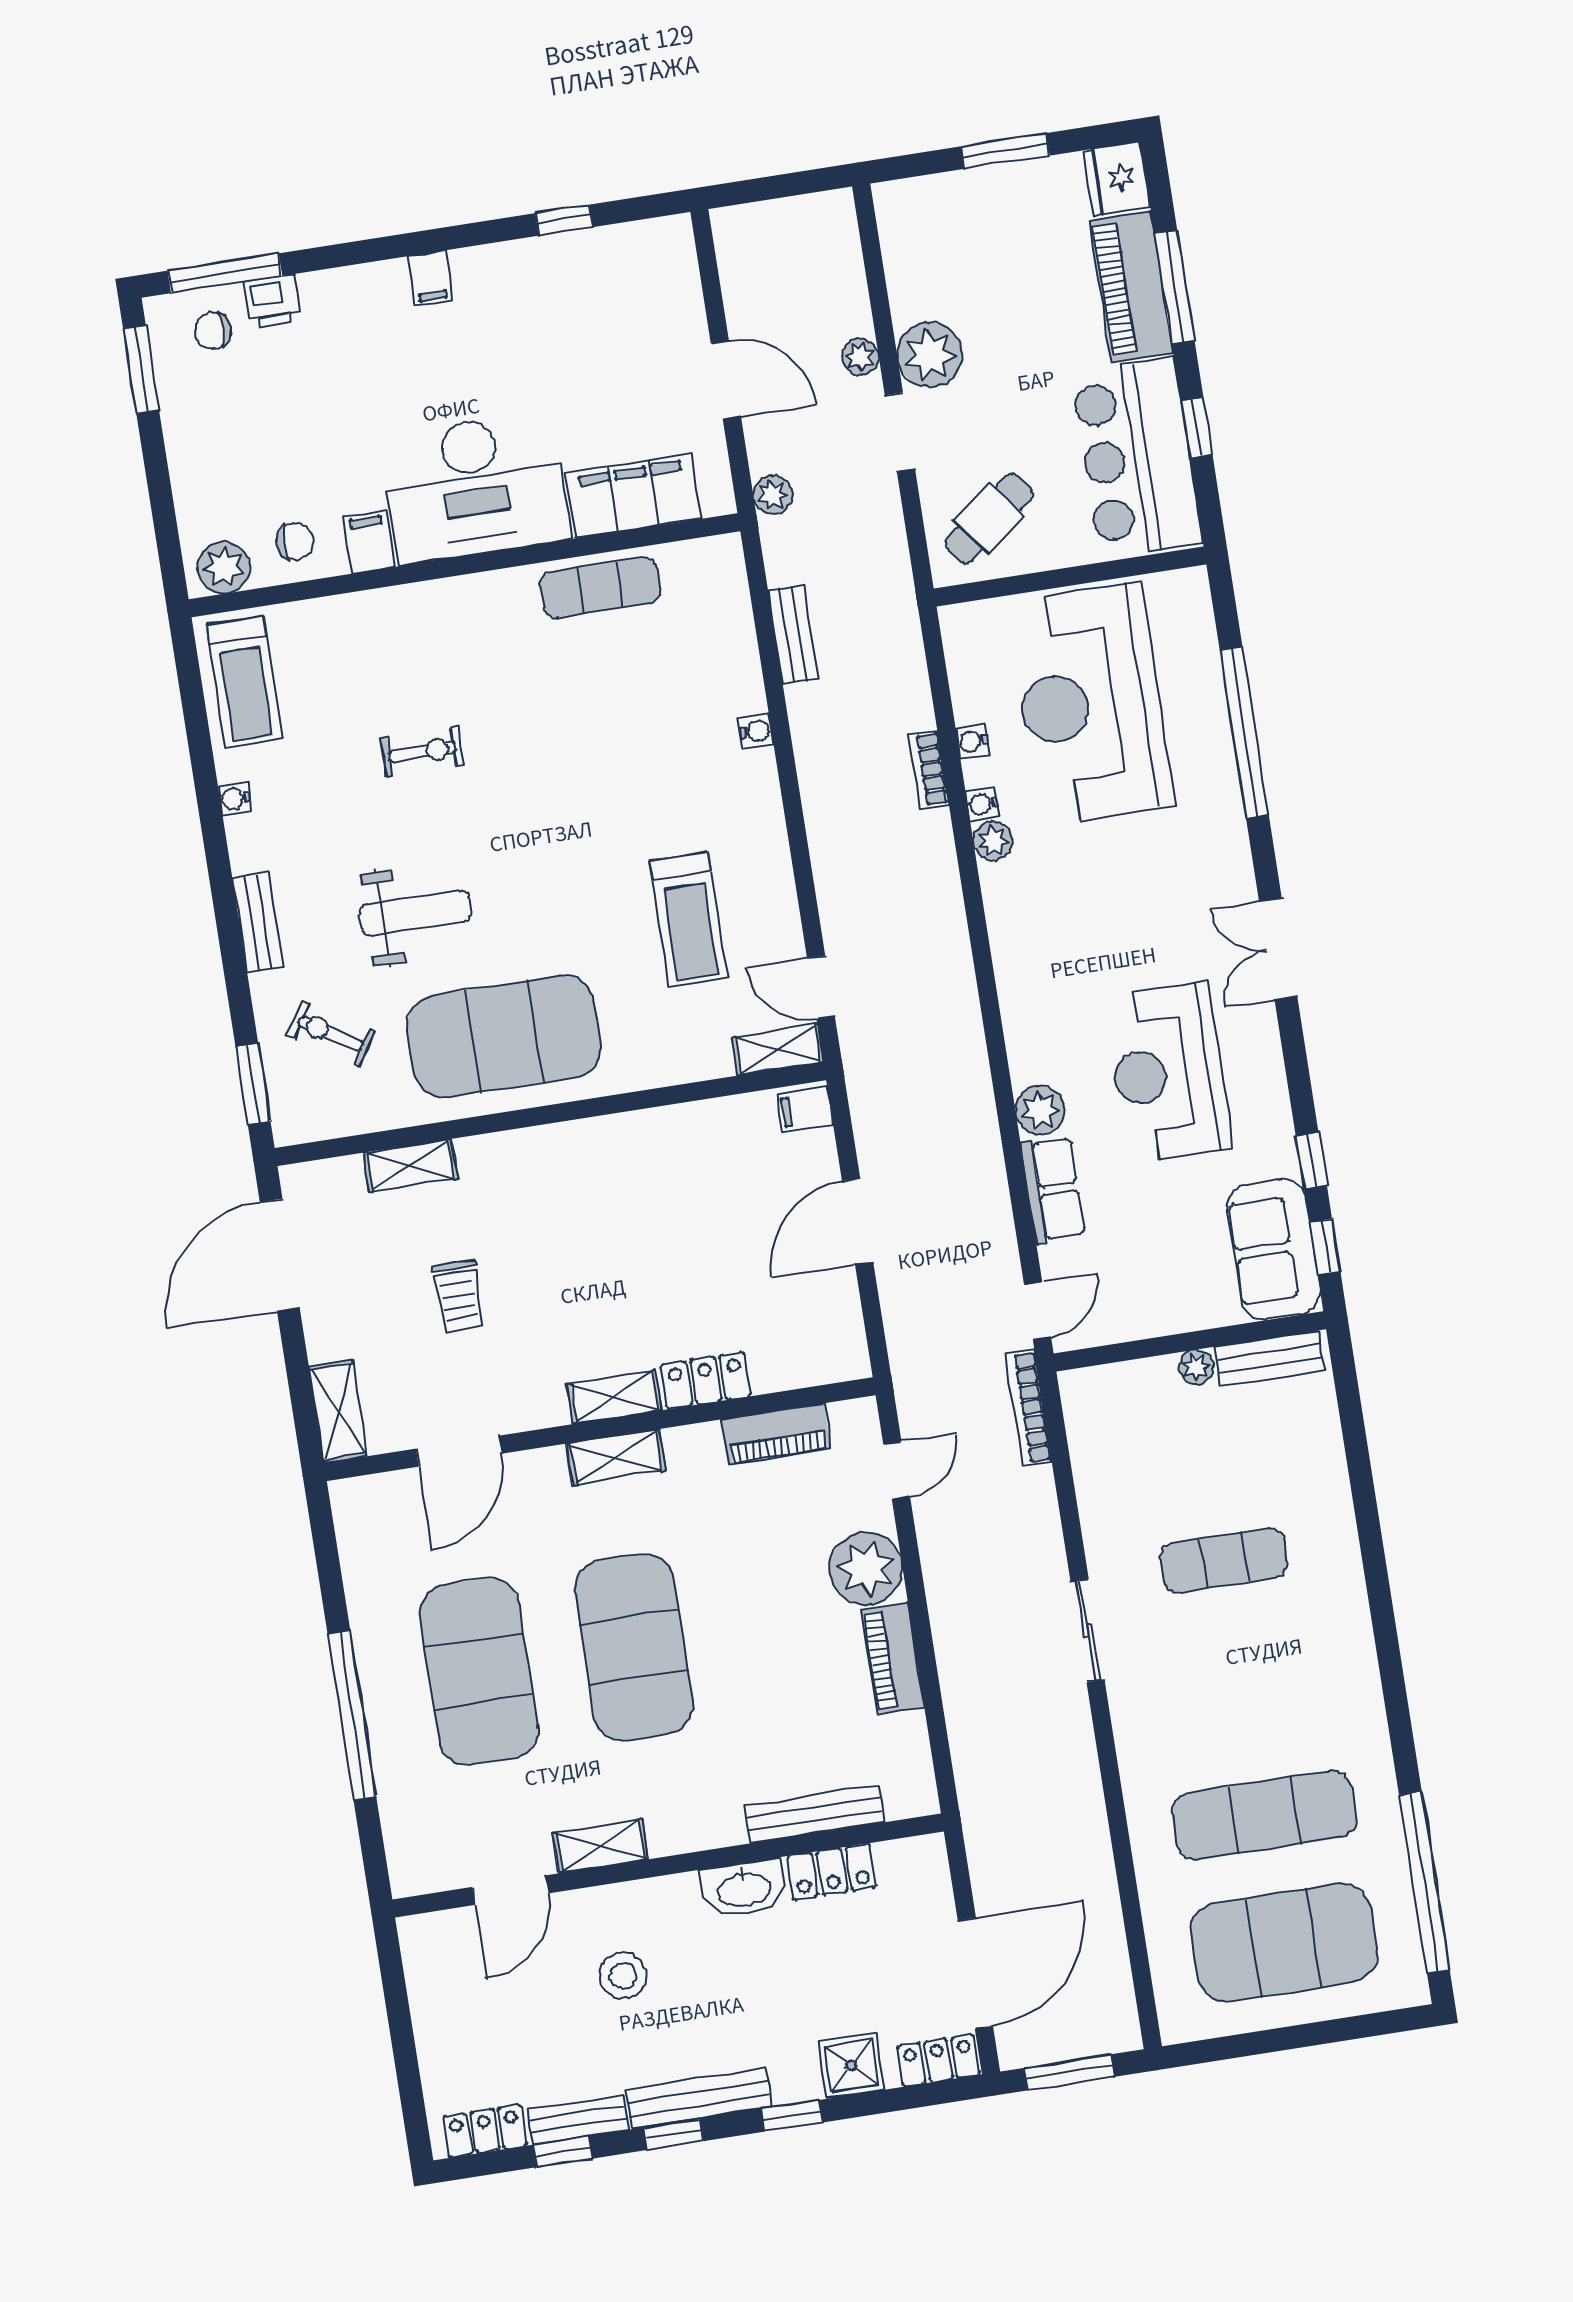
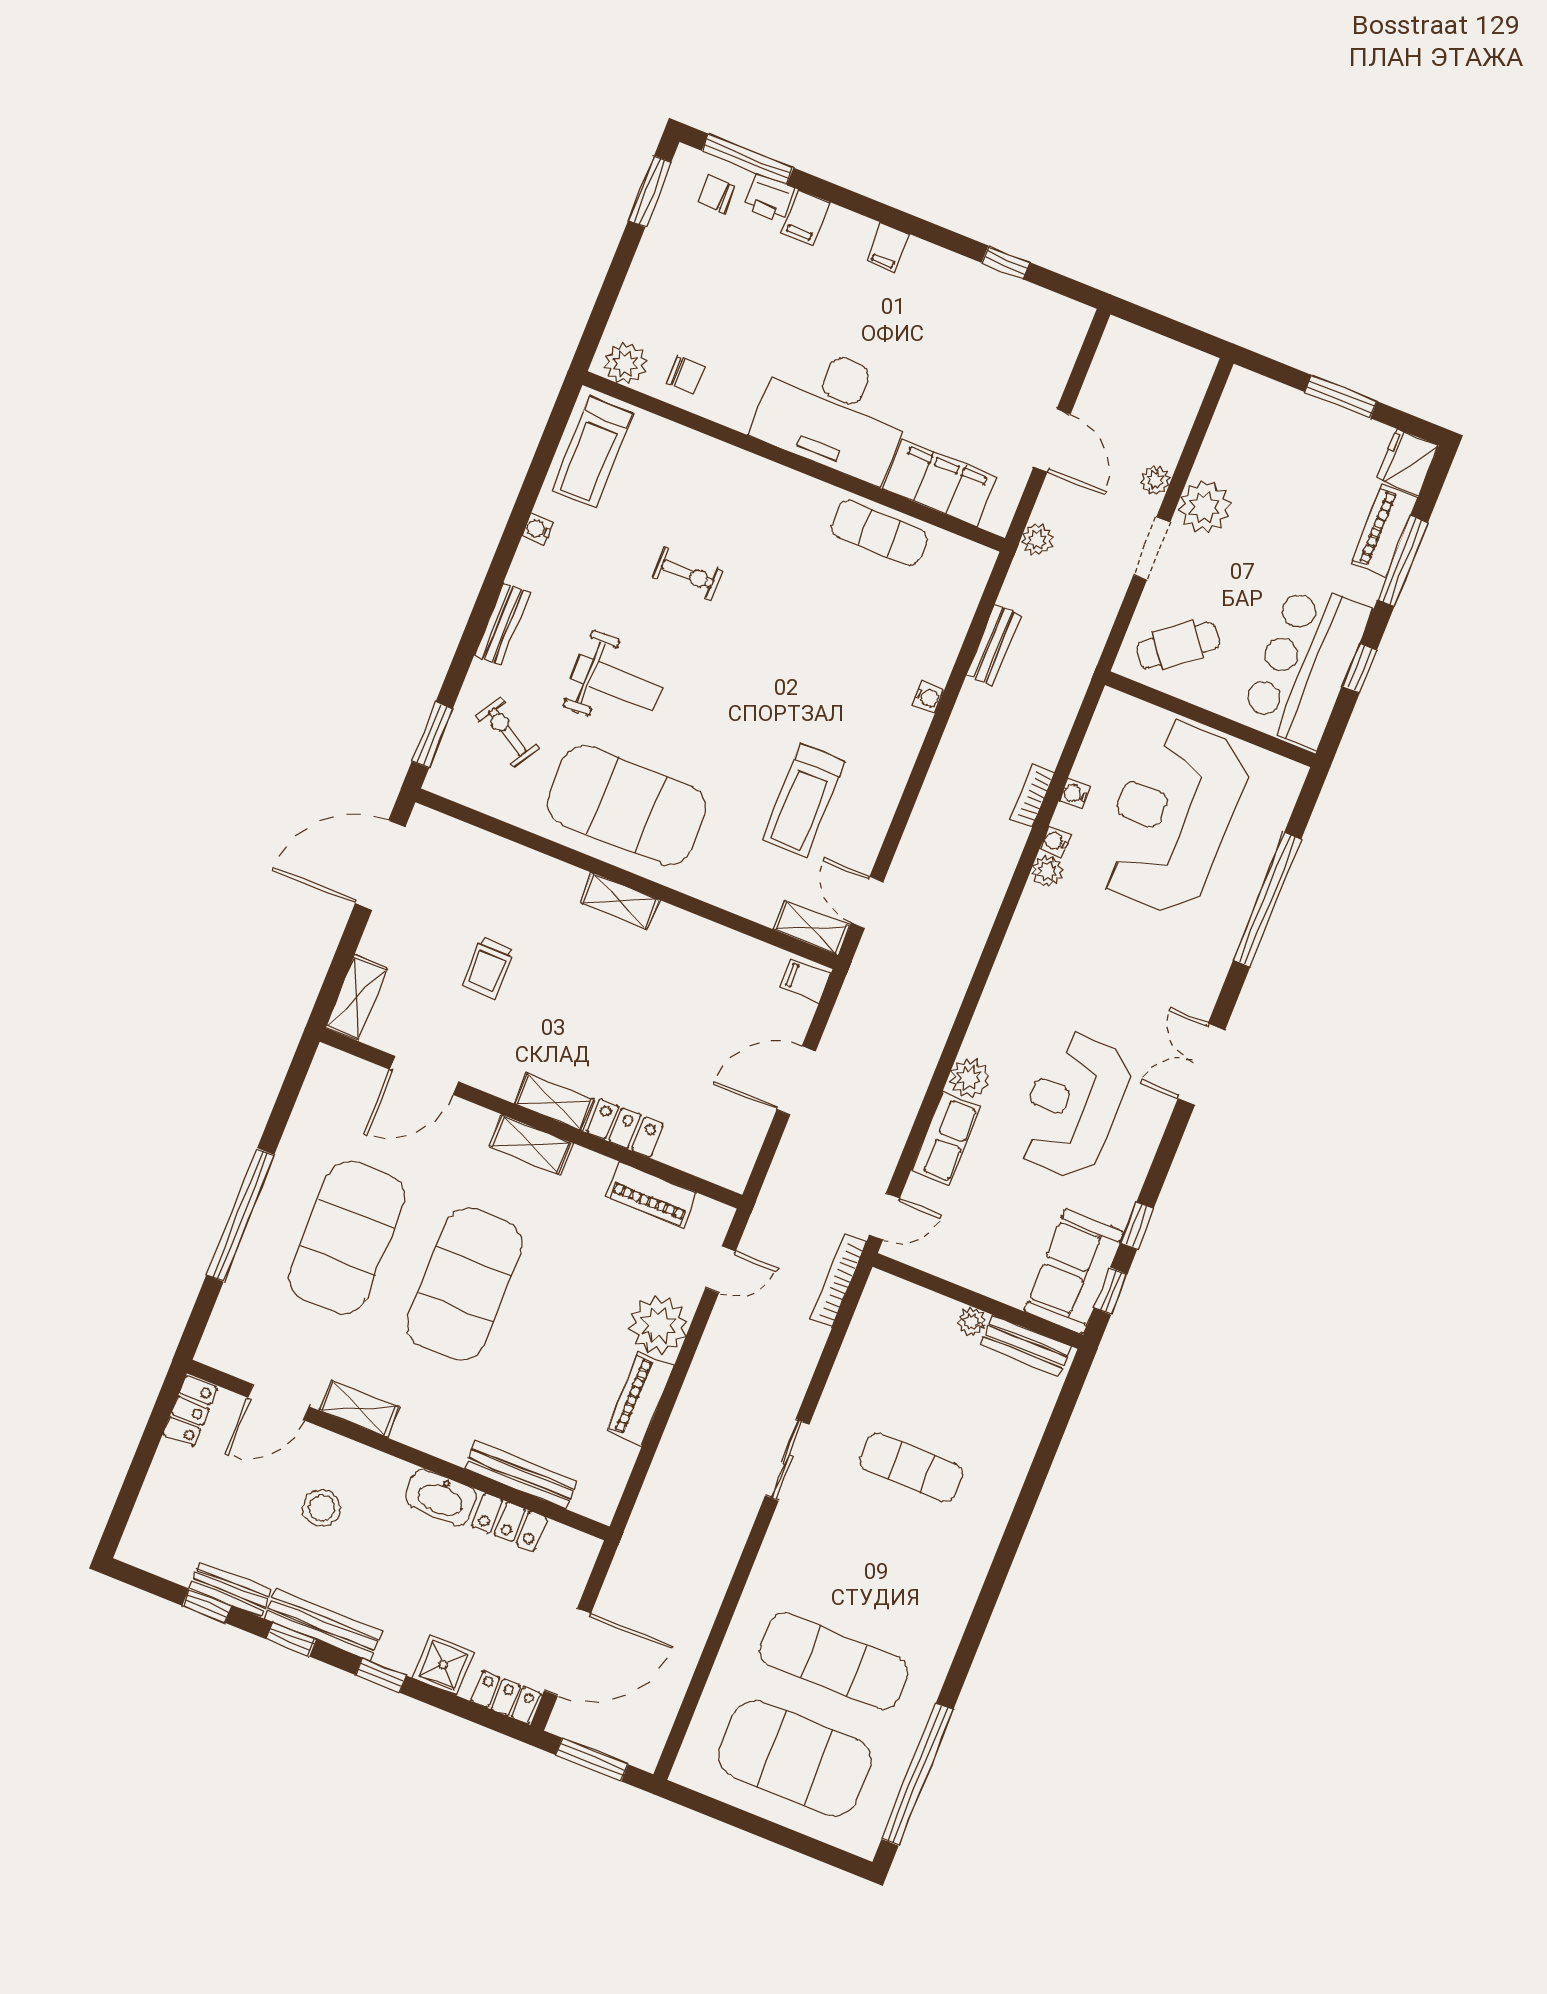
piano: (1131, 287) -> (1384, 531), width x0.73, depth x0.75
filing cabinet: (369, 542) -> (805, 217), moved, turned 180
shelving: (410, 1166) -> (619, 901), moved
locker: (485, 2131) -> (190, 1411), moved, turned 90

